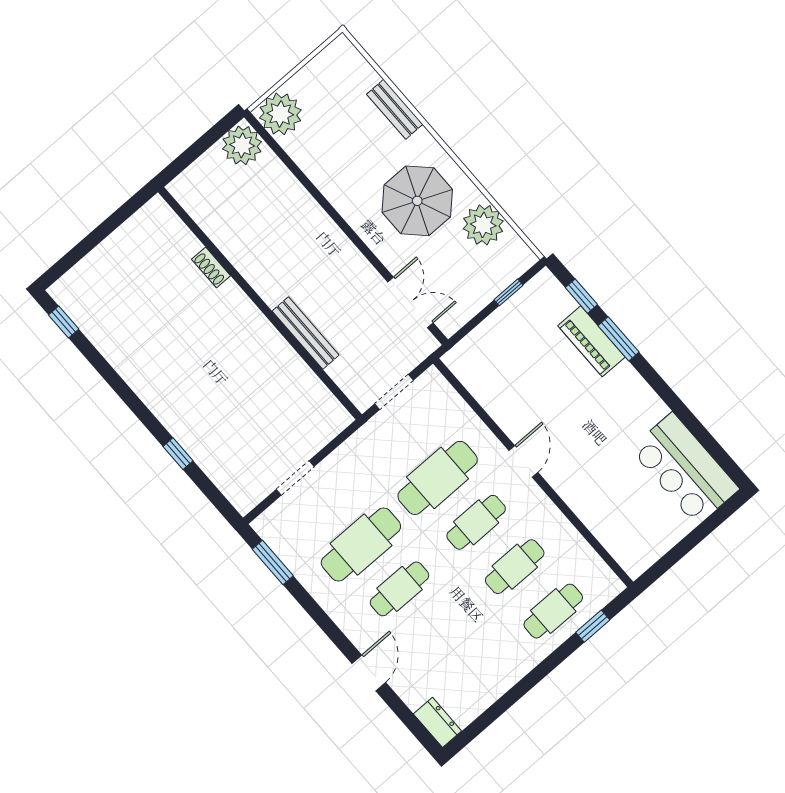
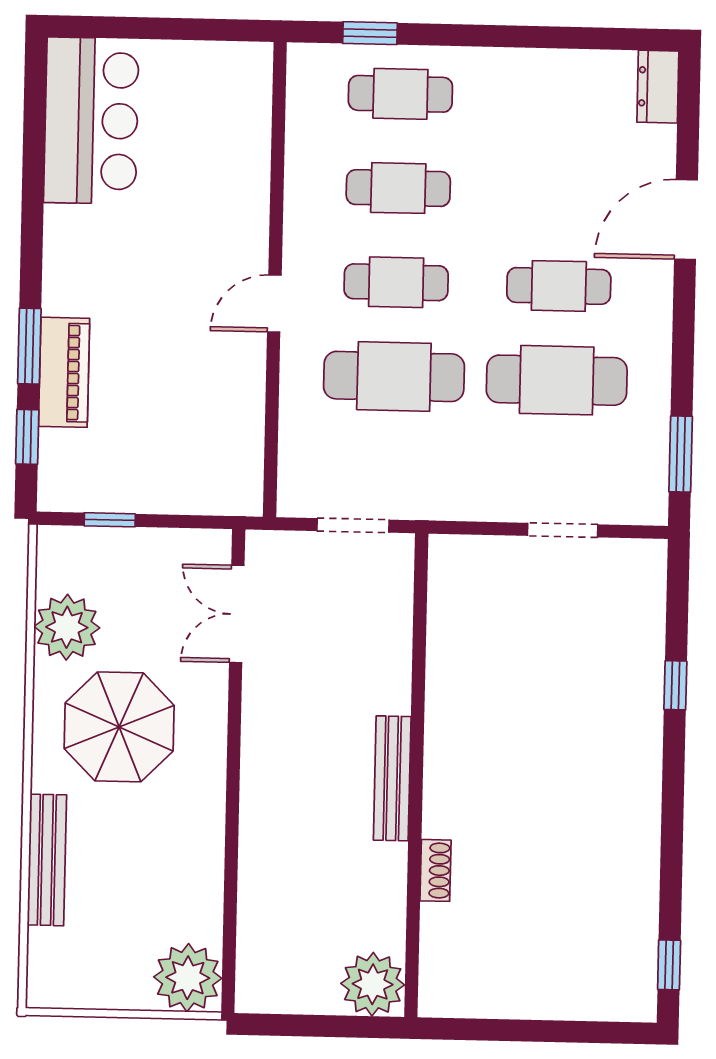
bench: (395, 109) -> (47, 860), width x1.36
plant: (242, 145) -> (373, 984), moved
bench: (306, 333) -> (392, 778), moved
door: (369, 673) -> (686, 219), width x1.38

